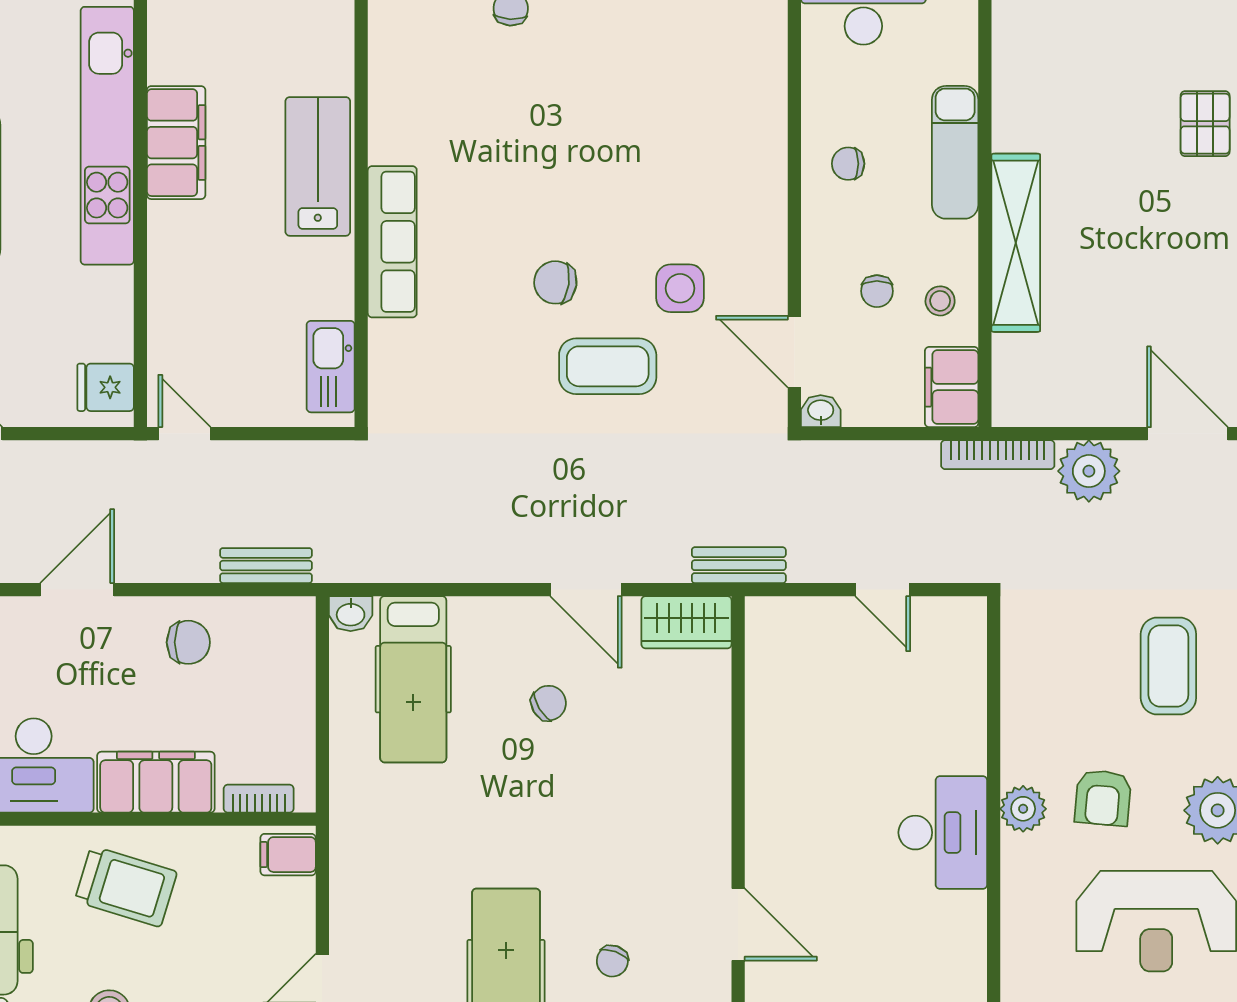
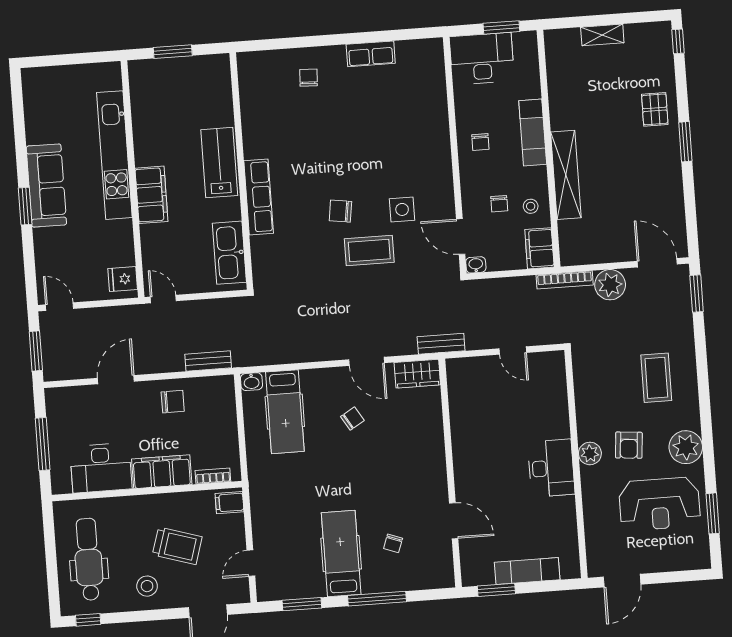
filing cabinet: (176, 143) -> (151, 195), moved
chair: (848, 164) -> (480, 142), turned -90
kitchen sink: (331, 367) -> (229, 253), width x1.36, depth x1.24
trolley: (126, 886) -> (177, 546), moved

